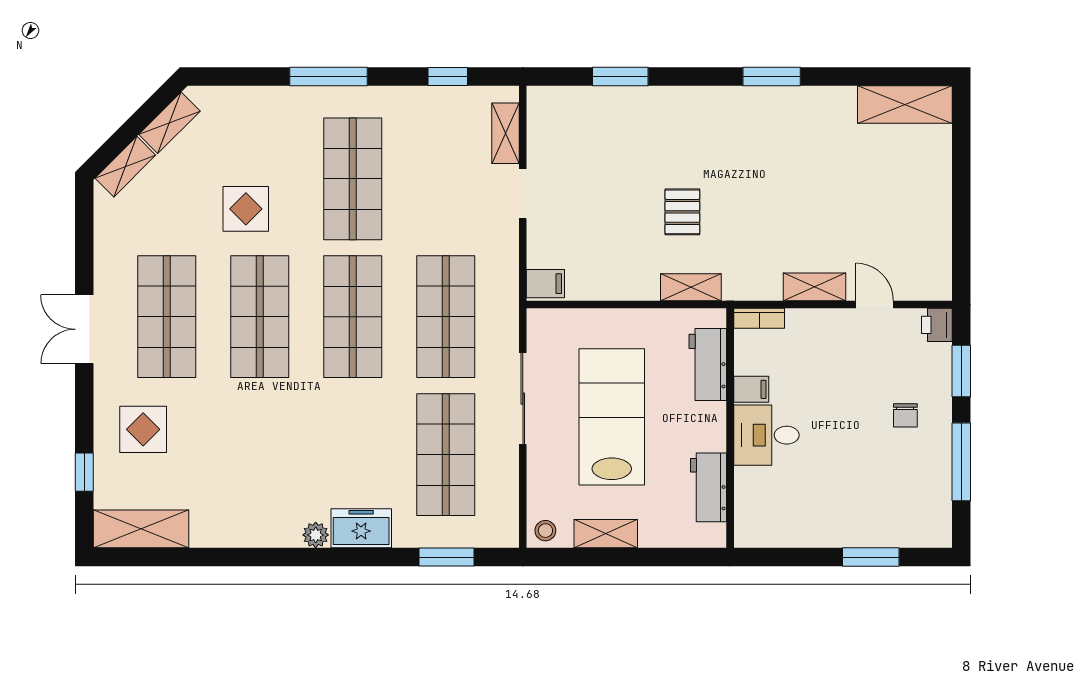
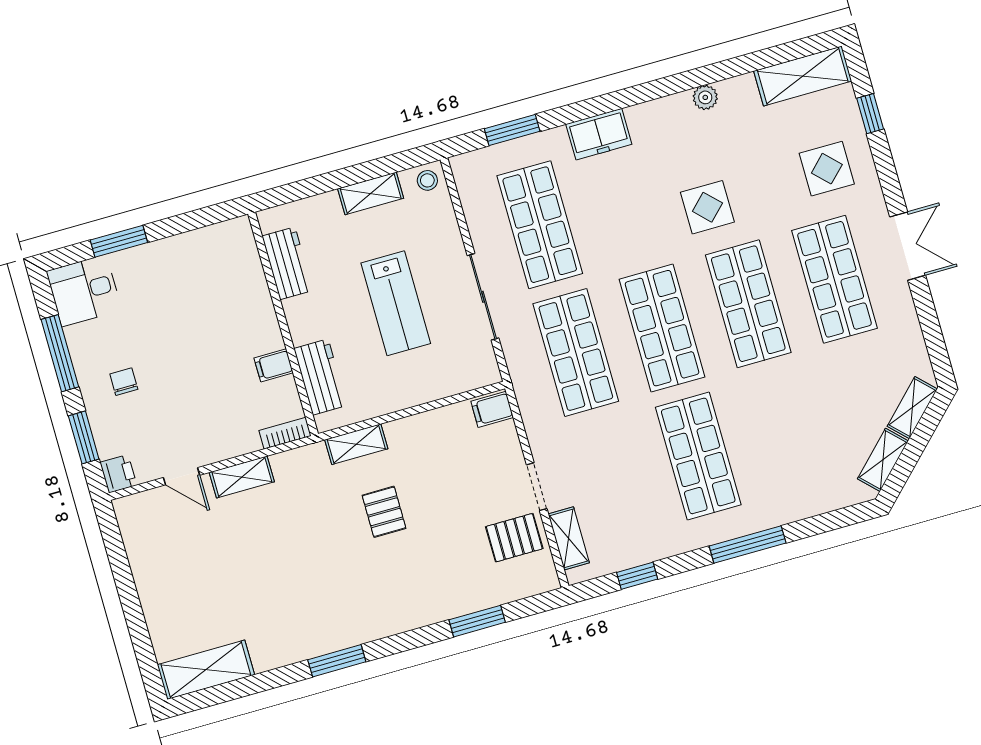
pallet: (560, 149) -> (514, 538), added
display table: (246, 209) -> (707, 207), moved
lab bench: (612, 417) -> (396, 303), width x0.73, depth x0.72
desk: (766, 435) -> (84, 291), moved, turned 180
plant: (316, 535) -> (705, 97), moved

